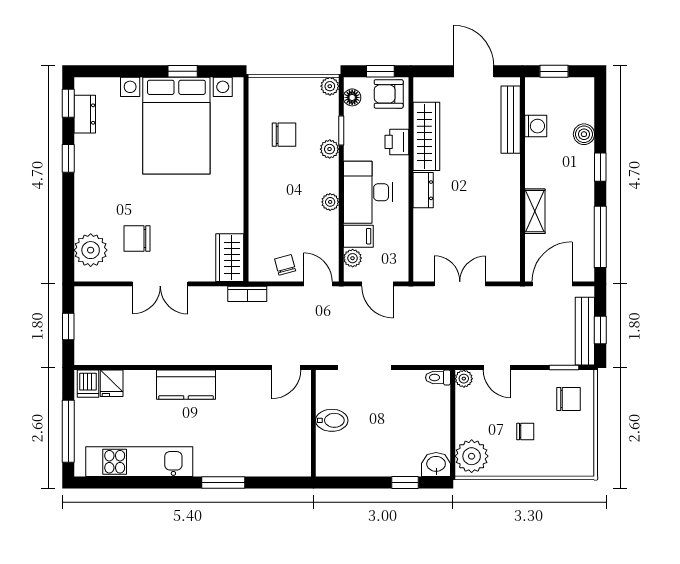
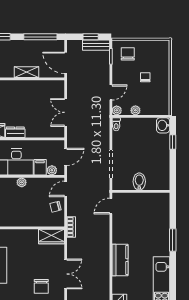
bench: (585, 331) -> (96, 45), width x0.73
door: (286, 368) -> (111, 206), swing flipped
plant: (472, 456) -> (135, 110), moved, width x0.53, depth x0.53

